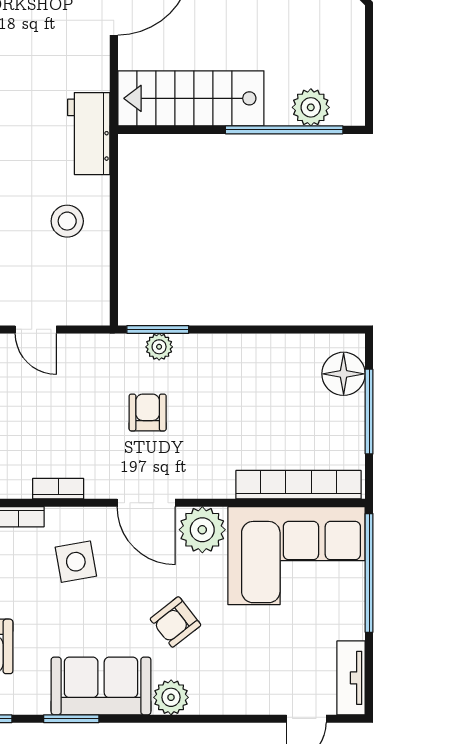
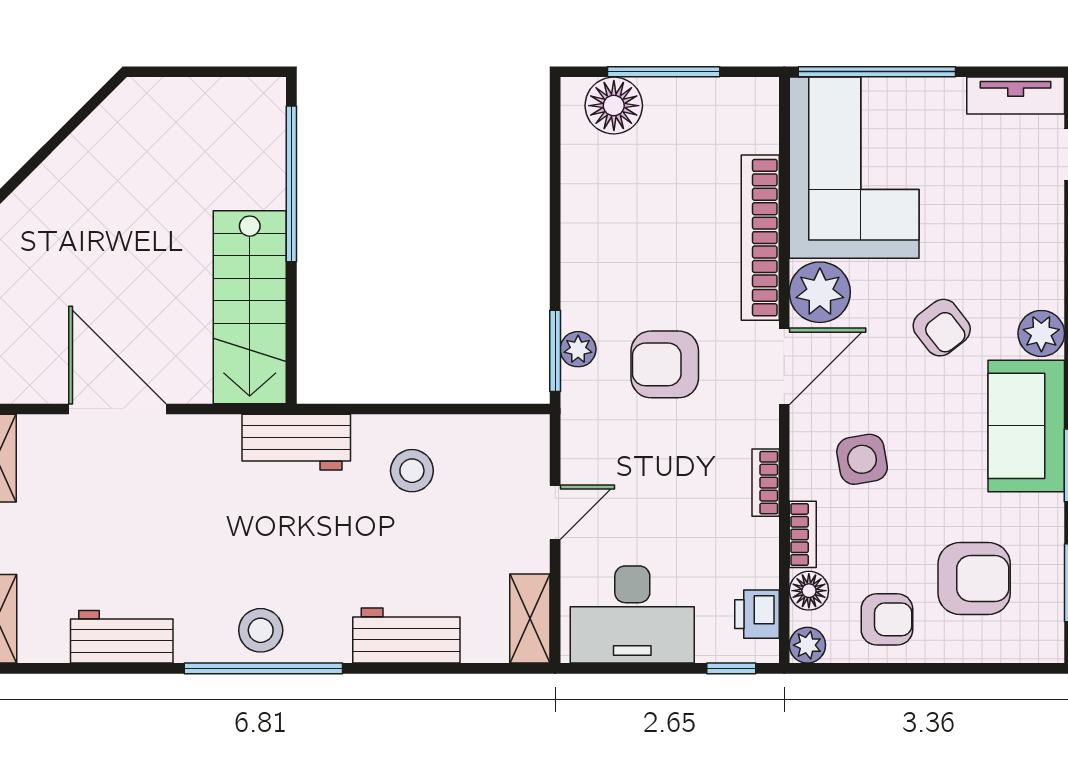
plant: (311, 107) -> (262, 149), removed
armchair: (148, 412) -> (665, 364), width x1.38, depth x1.38
bookcase: (299, 485) -> (760, 238), moved

